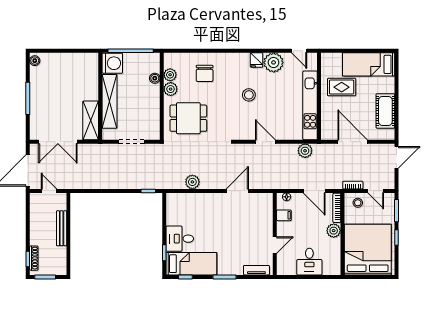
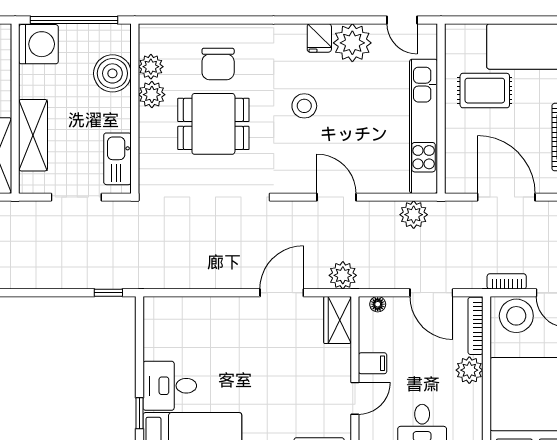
boiler: (155, 78) -> (112, 73), width x1.86, depth x1.86
shelving: (110, 101) -> (33, 135), width x0.68
dining table: (188, 118) -> (213, 124), moved
kitchen sink: (153, 122) -> (117, 159), added
plant: (192, 182) -> (343, 275), moved
stool: (358, 203) -> (516, 316), width x1.89, depth x1.89
wardrobe: (266, 205) -> (338, 320), added
filing cabinet: (284, 215) -> (373, 363), moved

